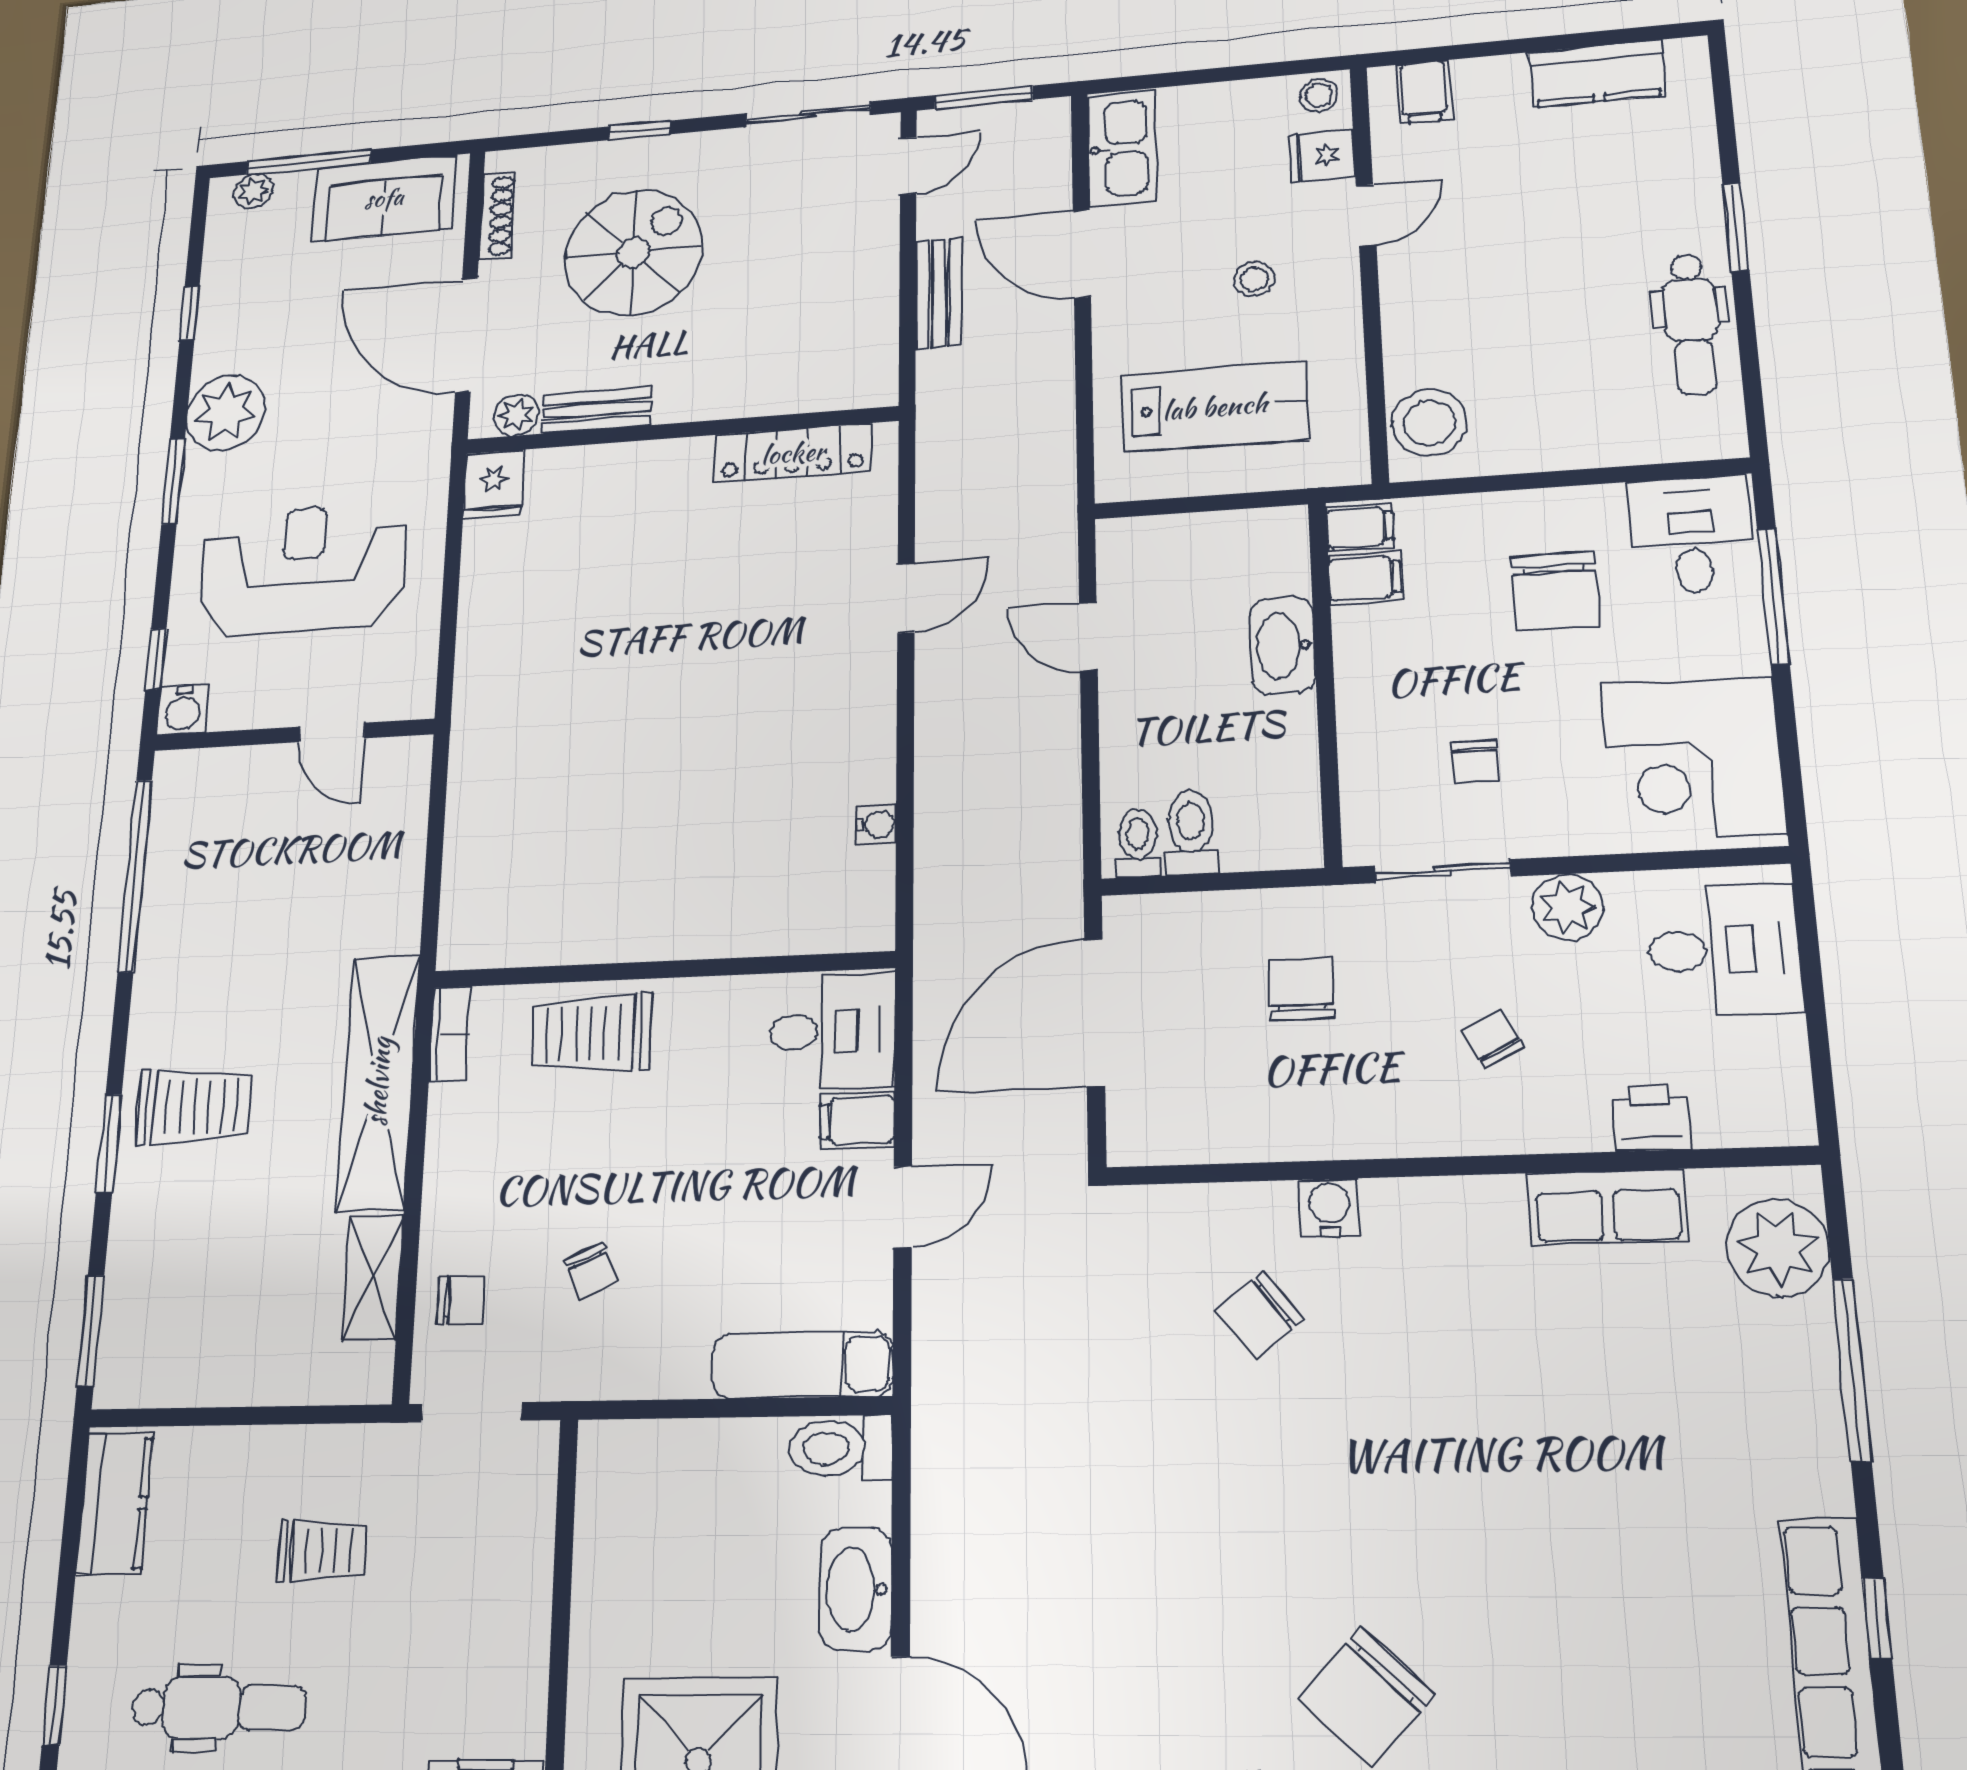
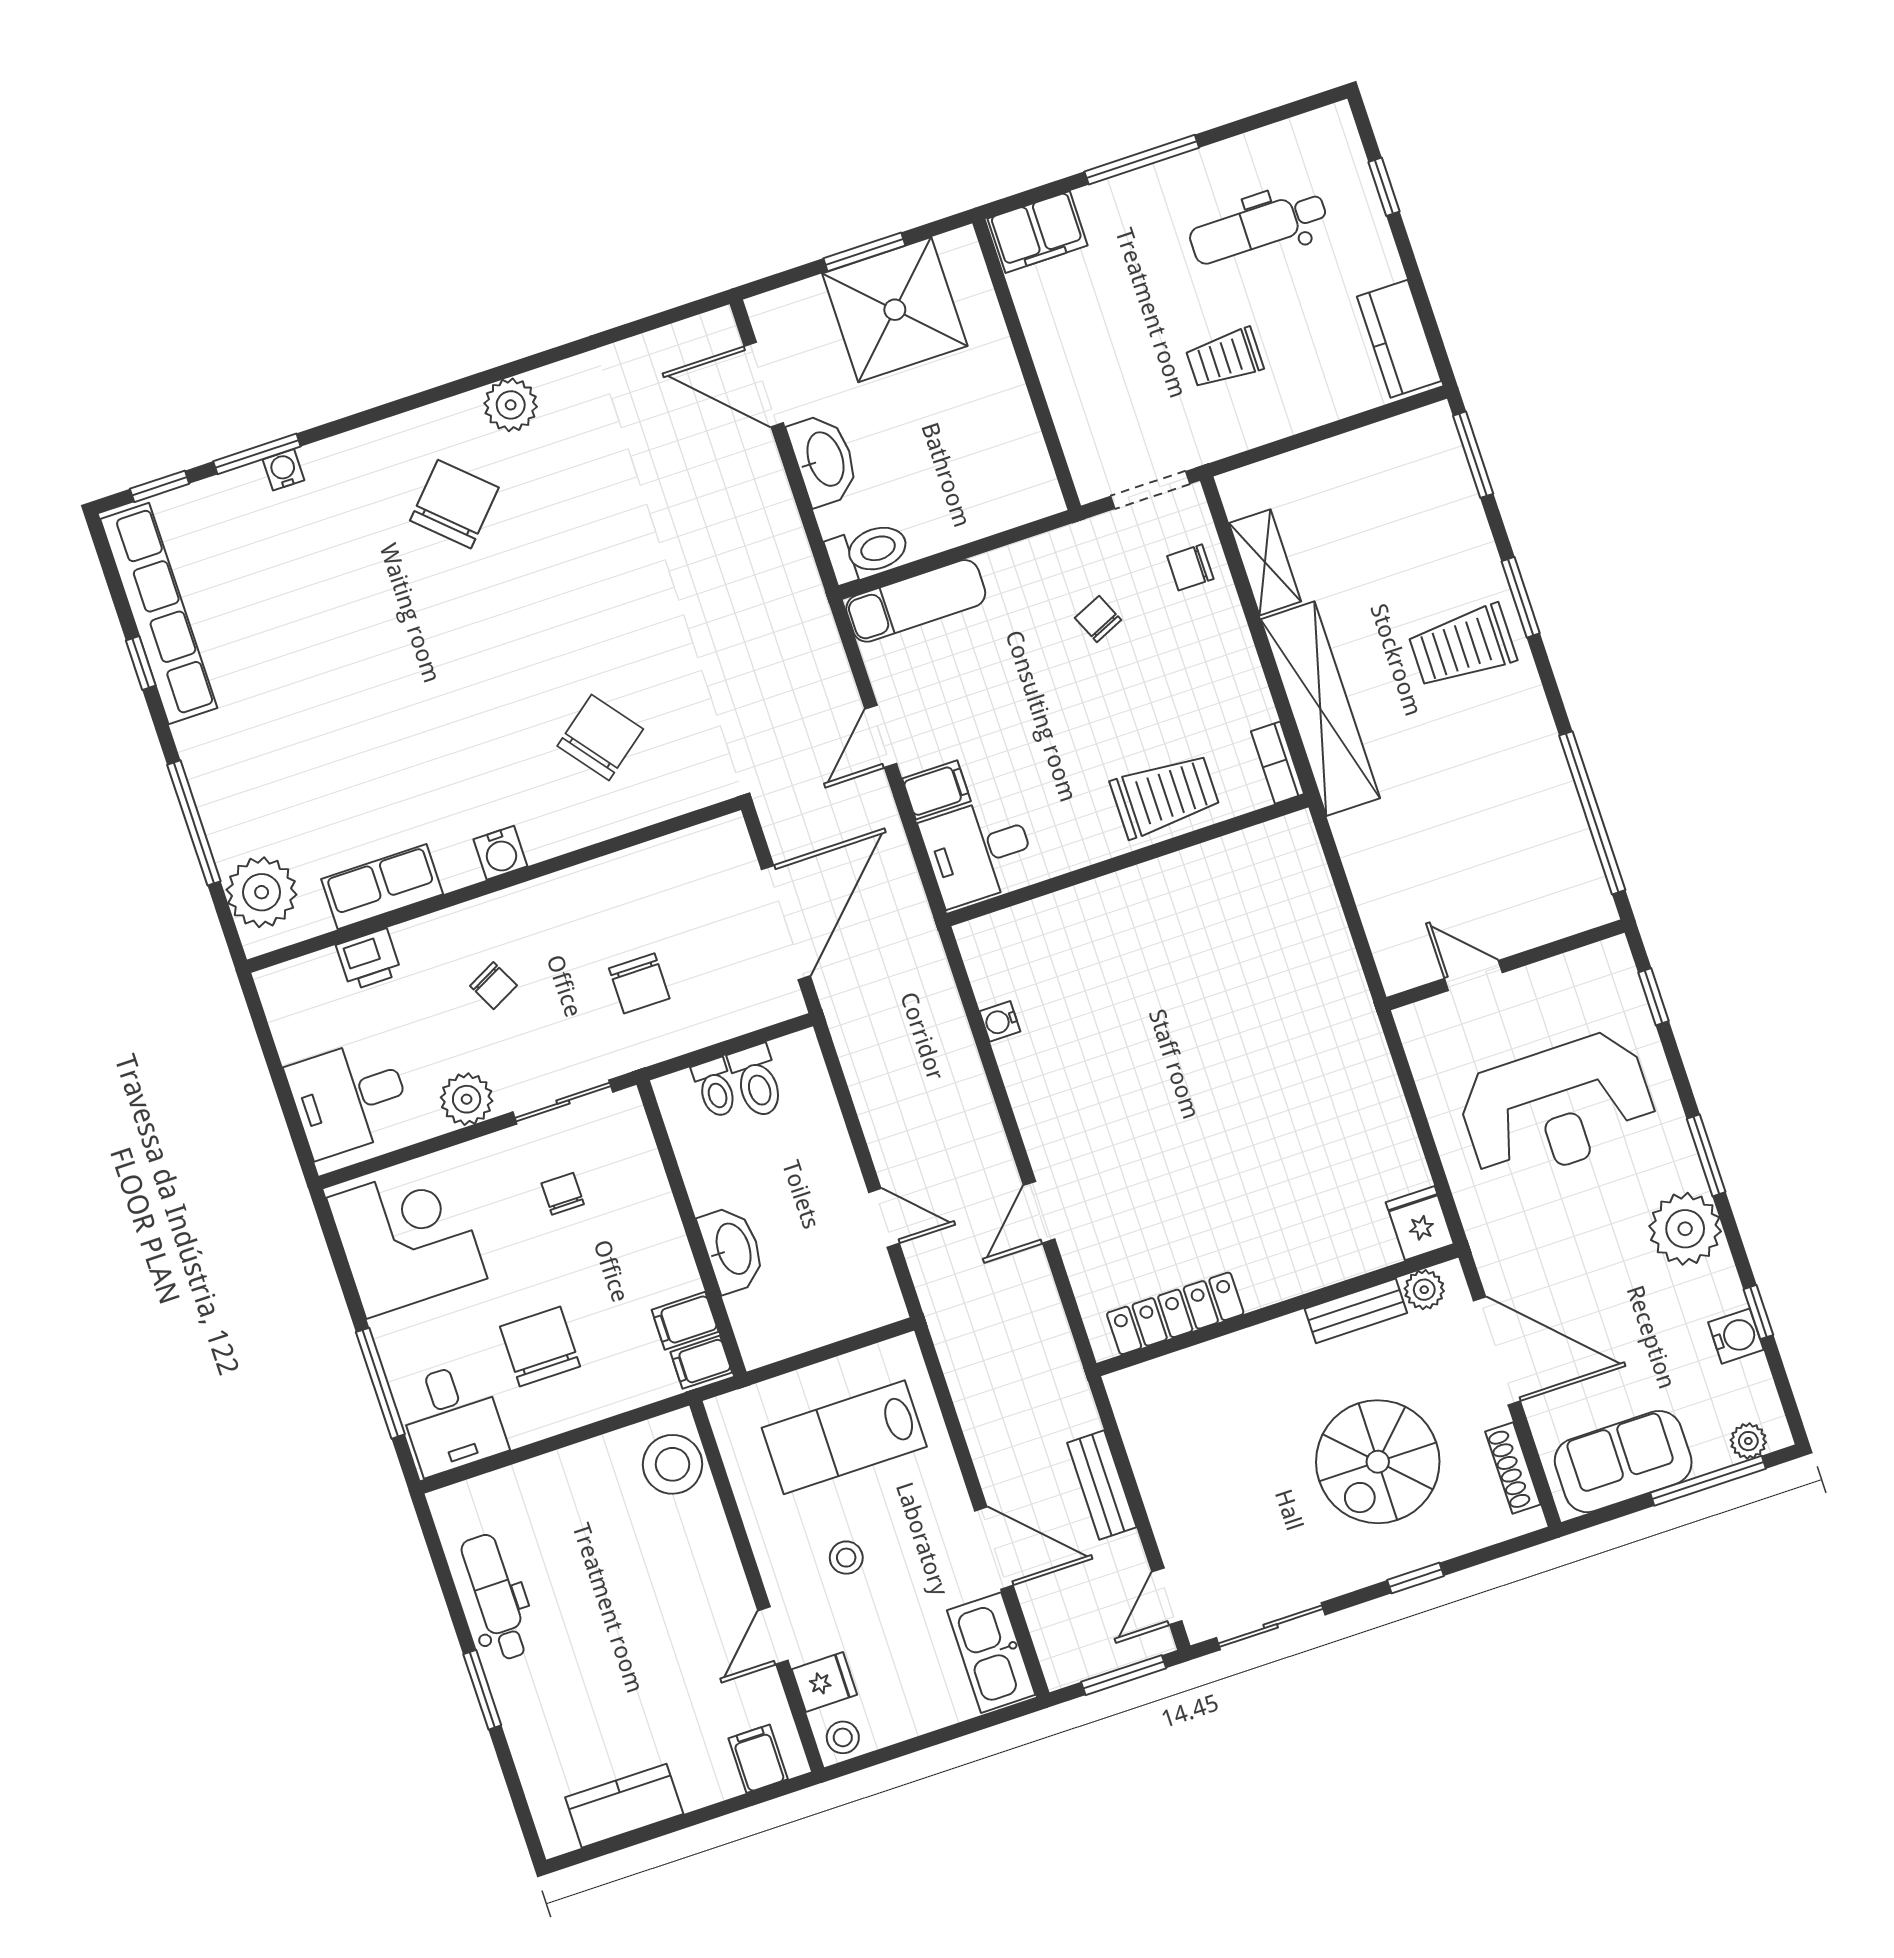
water cooler: (183, 710) -> (1736, 1336), moved, turned 90
toilet: (1138, 843) -> (715, 1088), moved
water cooler: (1329, 1208) -> (500, 853), moved
chair: (1260, 1315) -> (600, 737), width x1.37, depth x1.37

